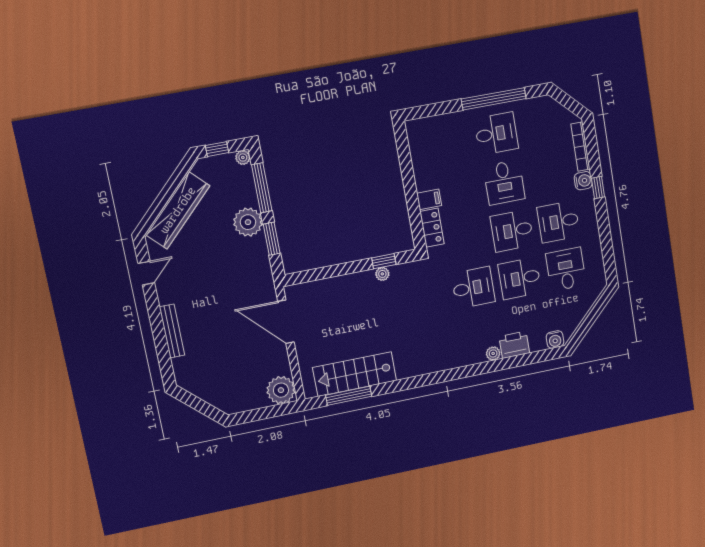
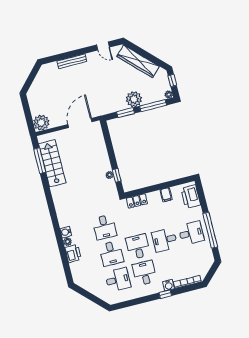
printer: (432, 130) -> (191, 197), added
desk: (496, 134) -> (191, 233), turned -90
filing cabinet: (429, 199) -> (166, 195), moved
desk: (520, 278) -> (111, 253), turned 180
water cooler: (555, 340) -> (66, 232), moved

